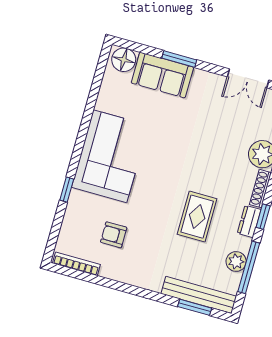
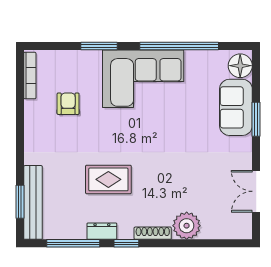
window: (88, 113) -> (179, 46), added
window: (67, 190) -> (99, 46), width x1.50
dresser: (249, 221) -> (102, 231), moved
plant: (236, 262) -> (75, 229), removed

